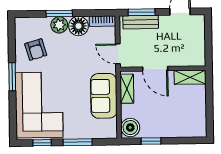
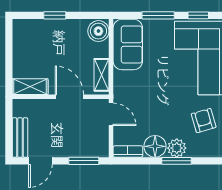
bench: (141, 22) -> (20, 137), moved, turned 90
sofa: (104, 96) -> (128, 45), moved
window: (151, 141) -> (55, 15), moved

